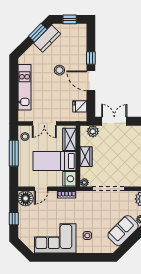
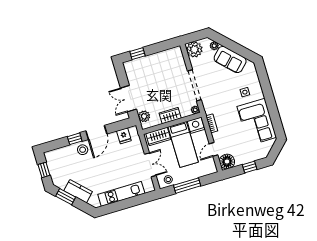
kitchen counter: (47, 39) -> (78, 191), moved
stool: (59, 70) -> (83, 150), moved
door: (41, 189) -> (213, 149), swing flipped

